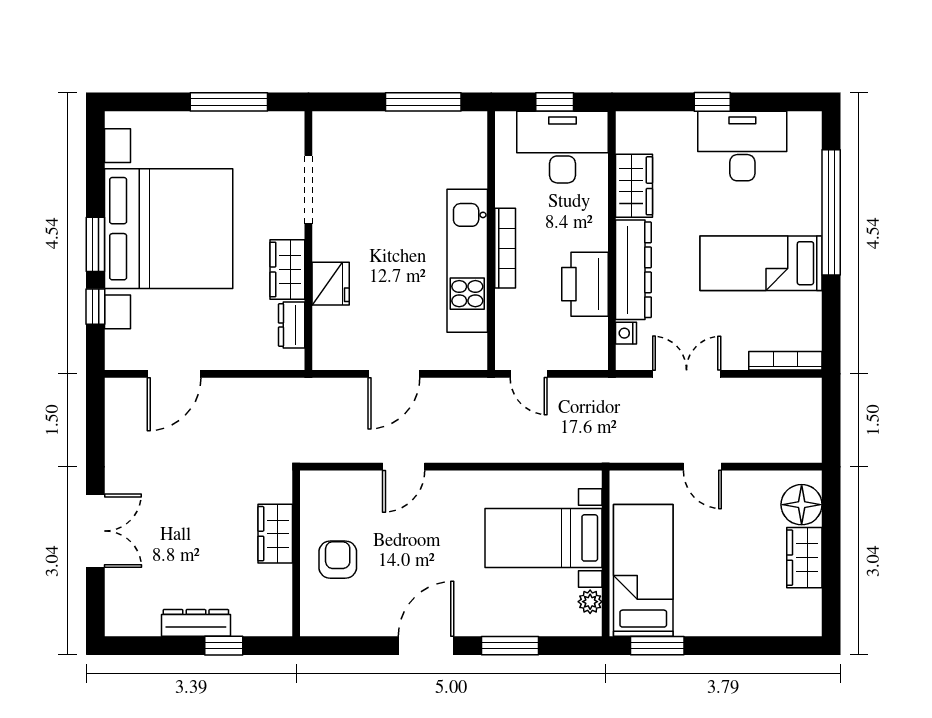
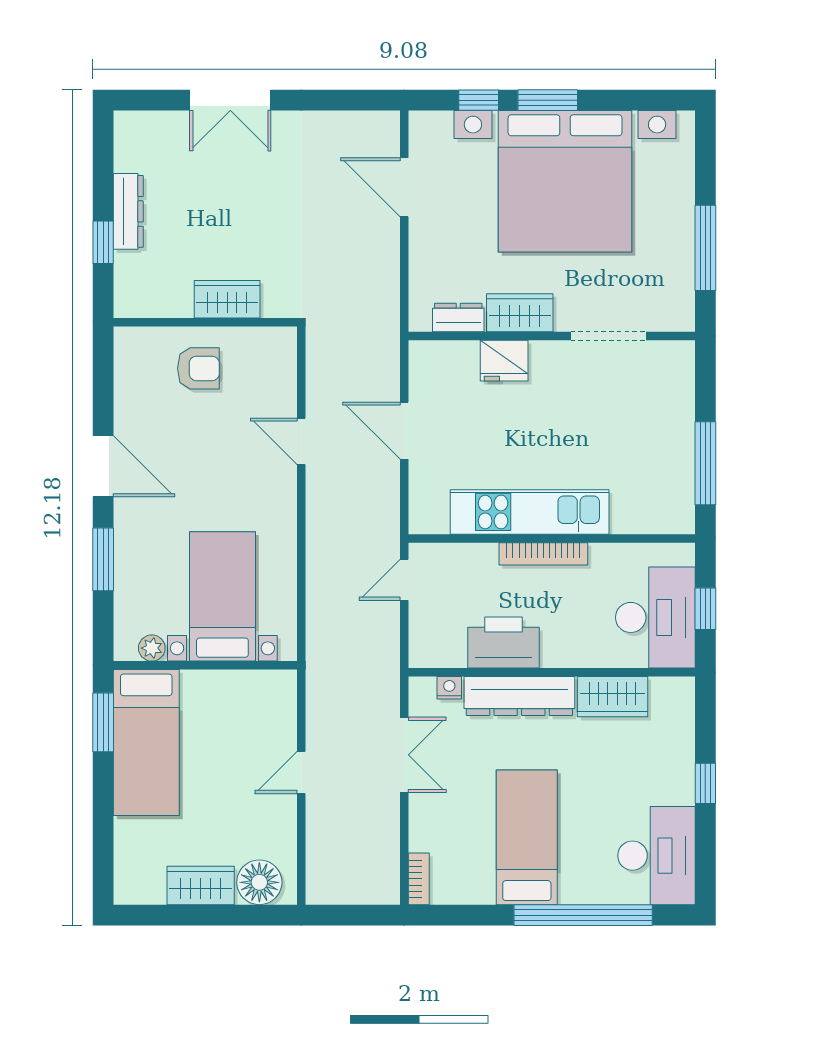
desk: (742, 146) -> (656, 856), moved
bookcase: (785, 361) -> (419, 879), width x0.64
bed: (643, 570) -> (146, 743), moved, turned 90

